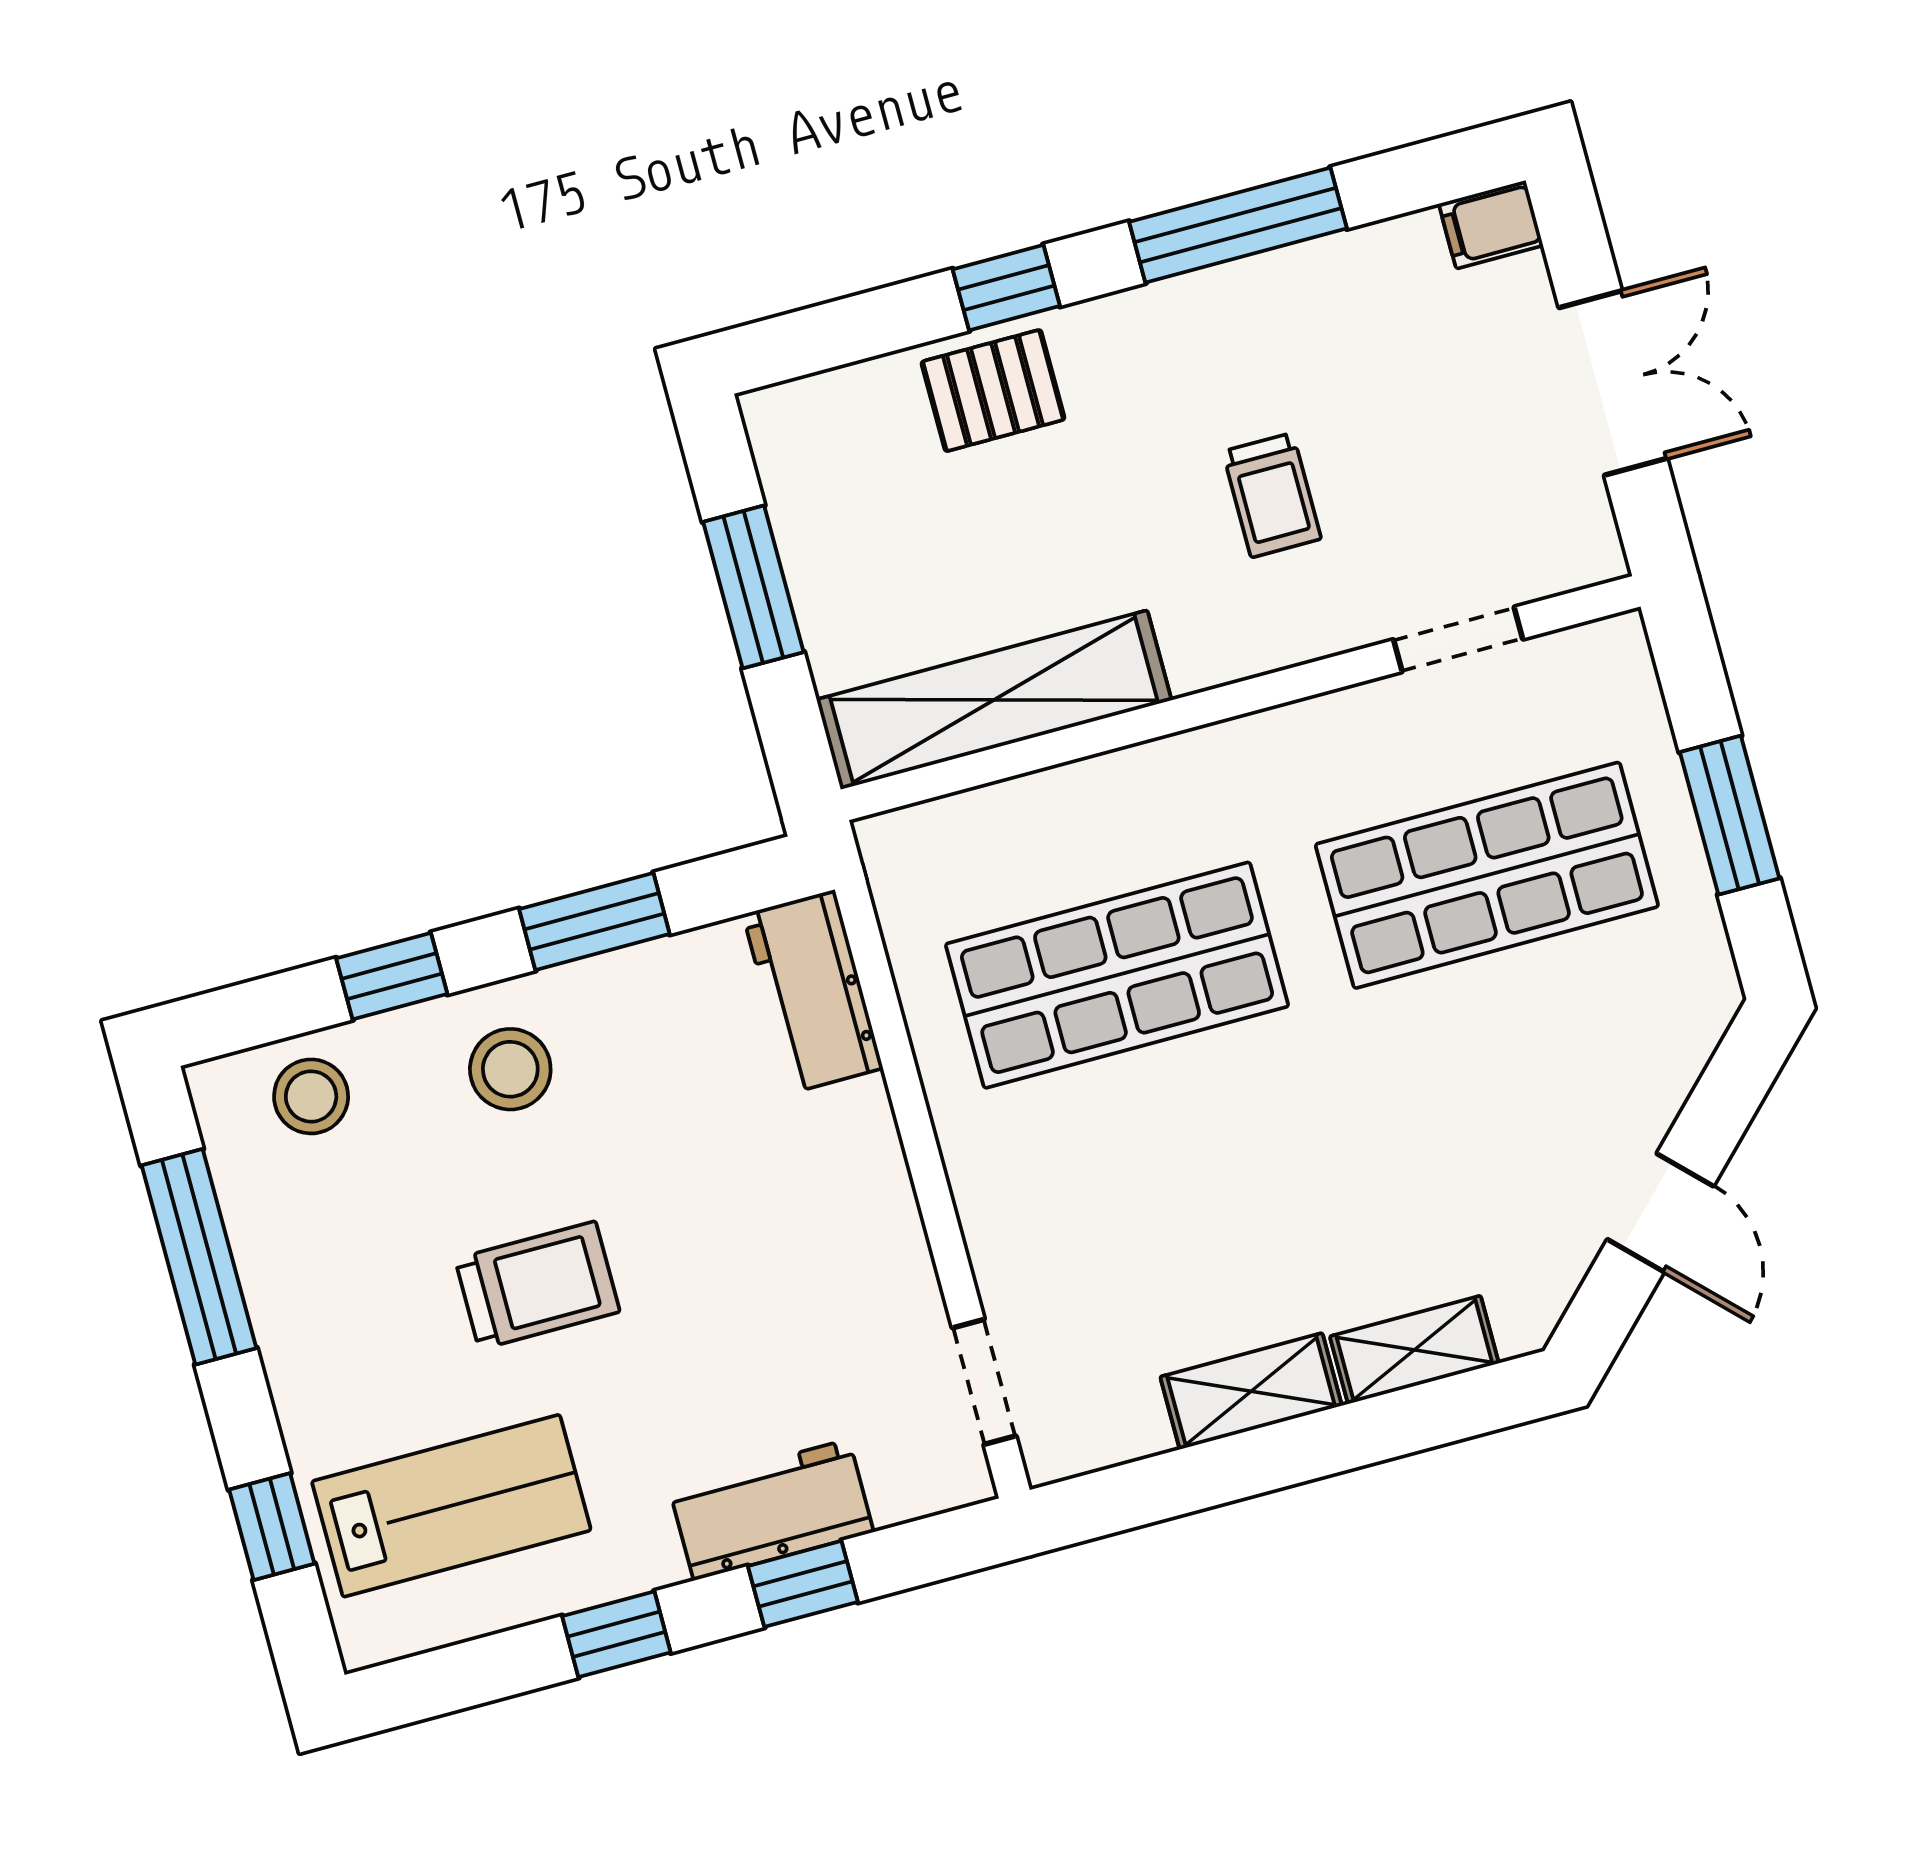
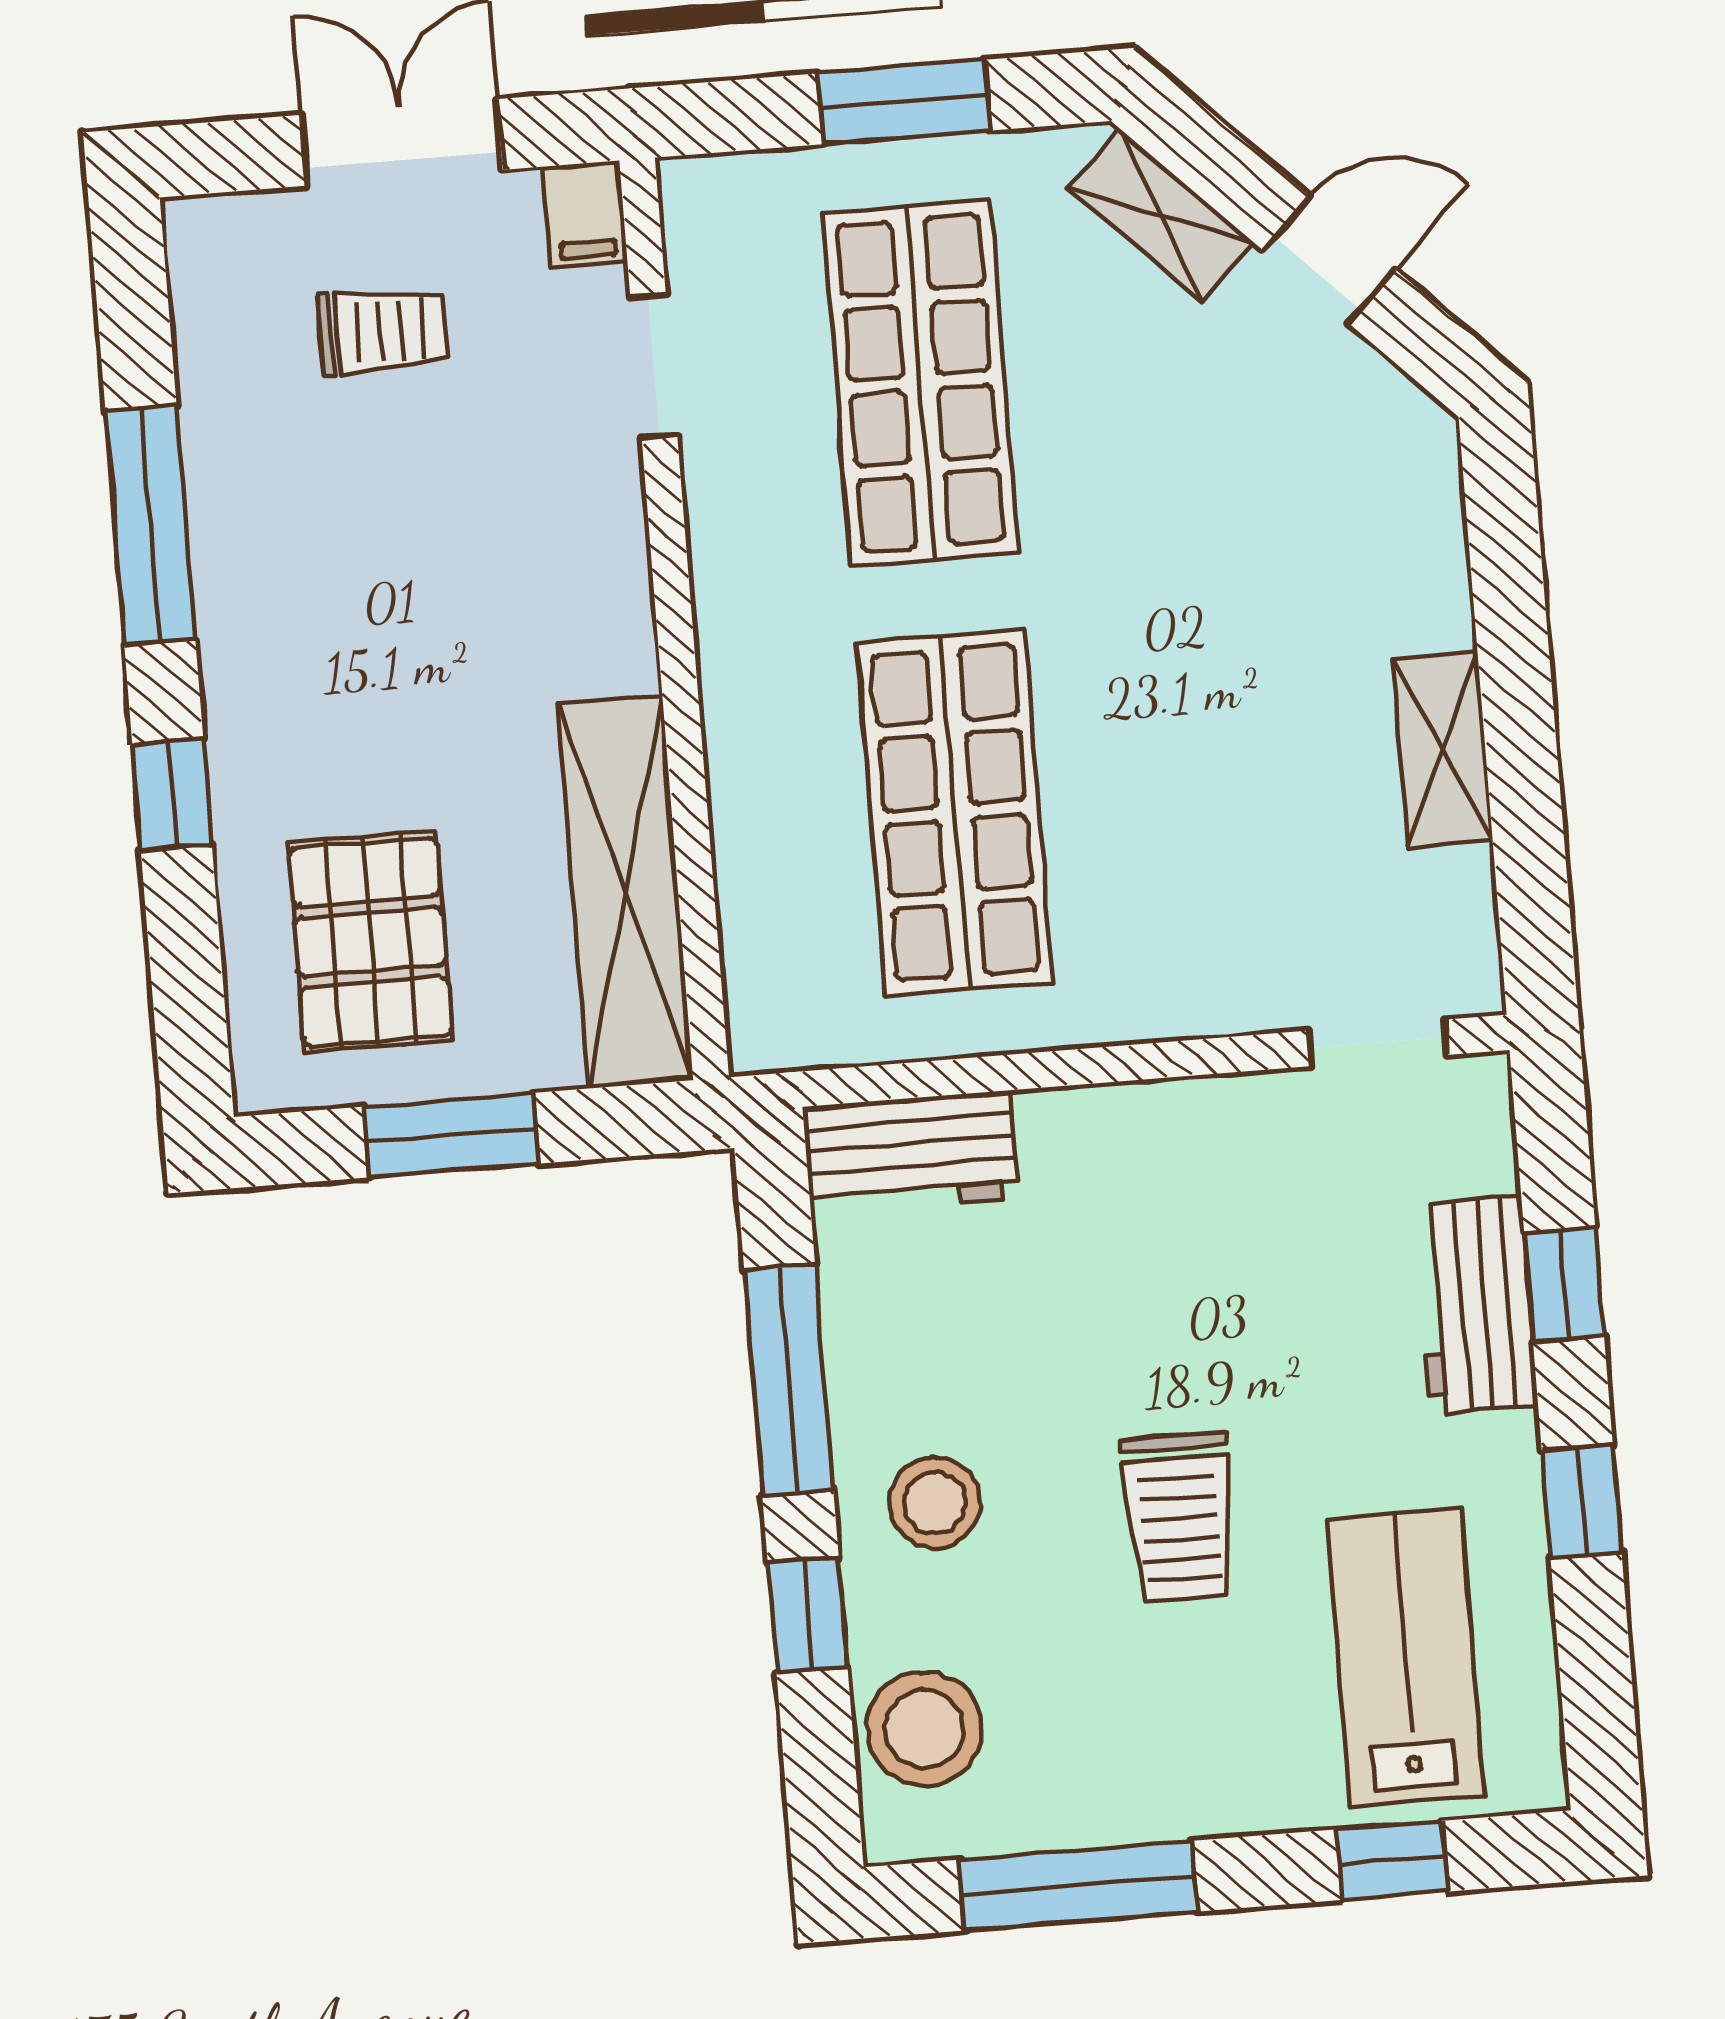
filing cabinet: (1491, 225) -> (586, 214), moved
pallet: (993, 391) -> (370, 942), moved, width x1.50, depth x1.42
trolley: (1272, 495) -> (382, 331), moved
window: (594, 921) -> (789, 1380), width x1.44
stool: (311, 1096) -> (924, 1729), width x1.38, depth x1.38
trolley: (537, 1285) -> (1179, 1517), turned 180
shelving: (1414, 1350) -> (1160, 215), moved, turned -45

